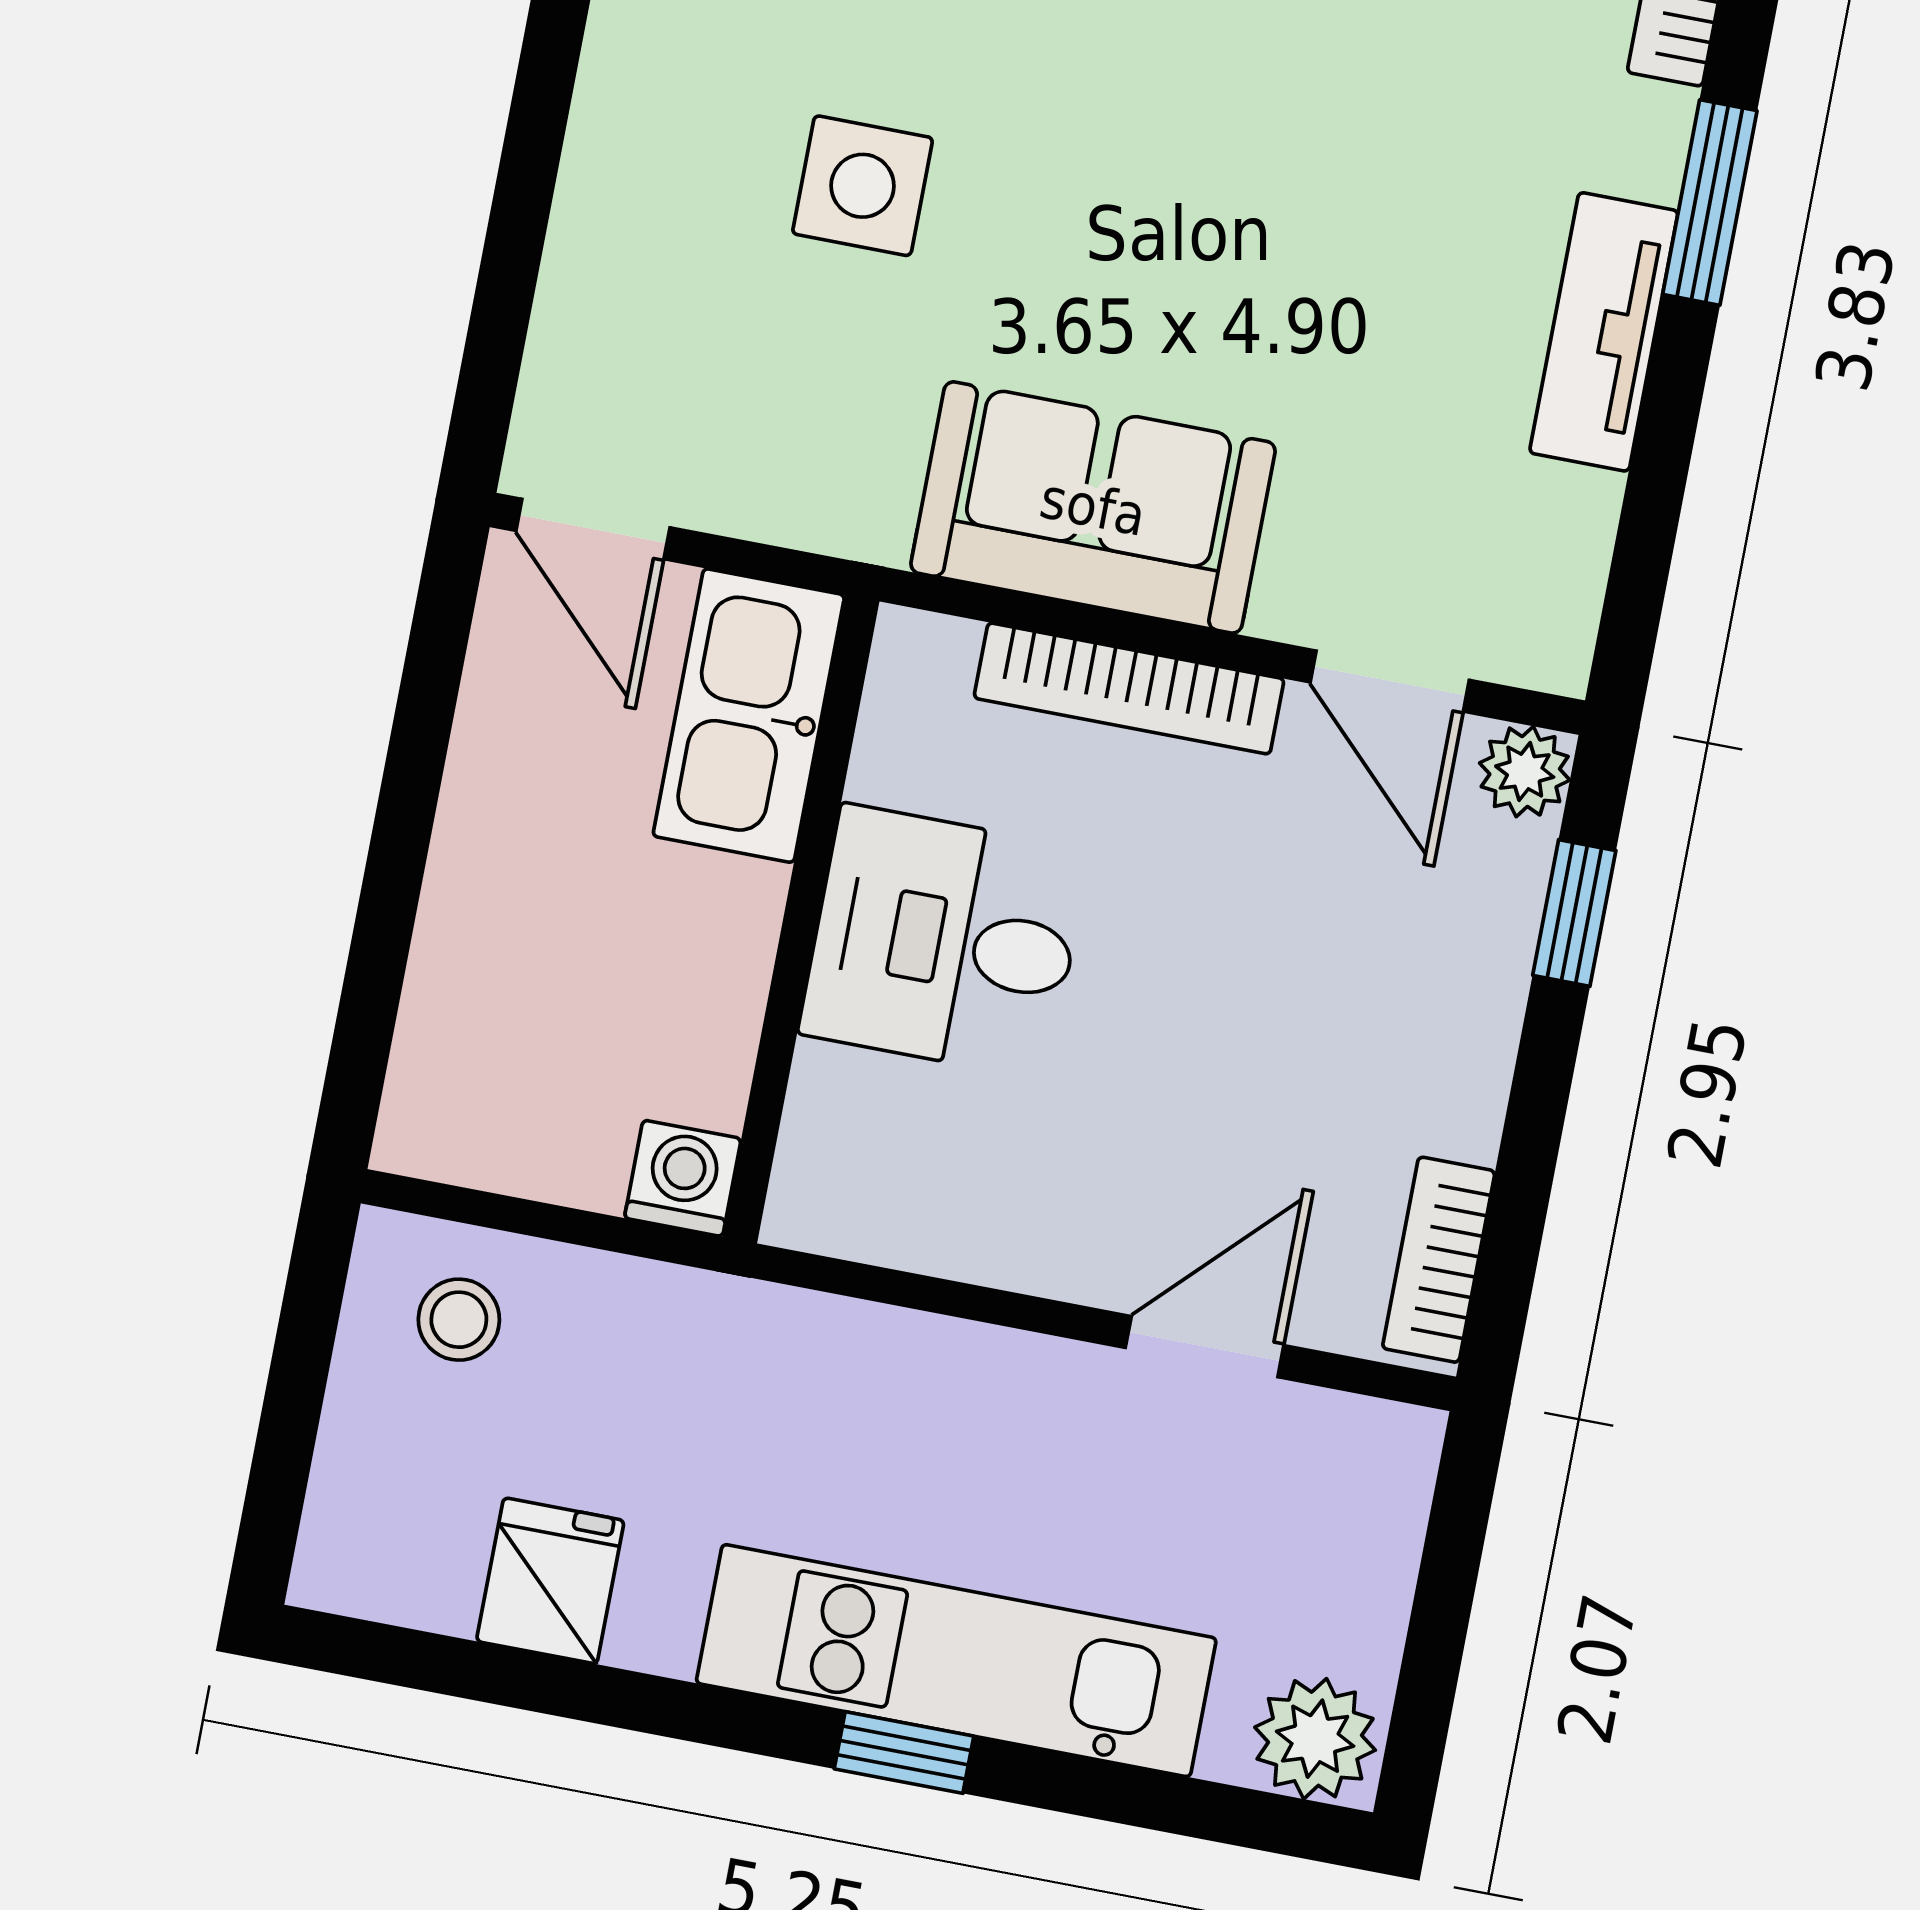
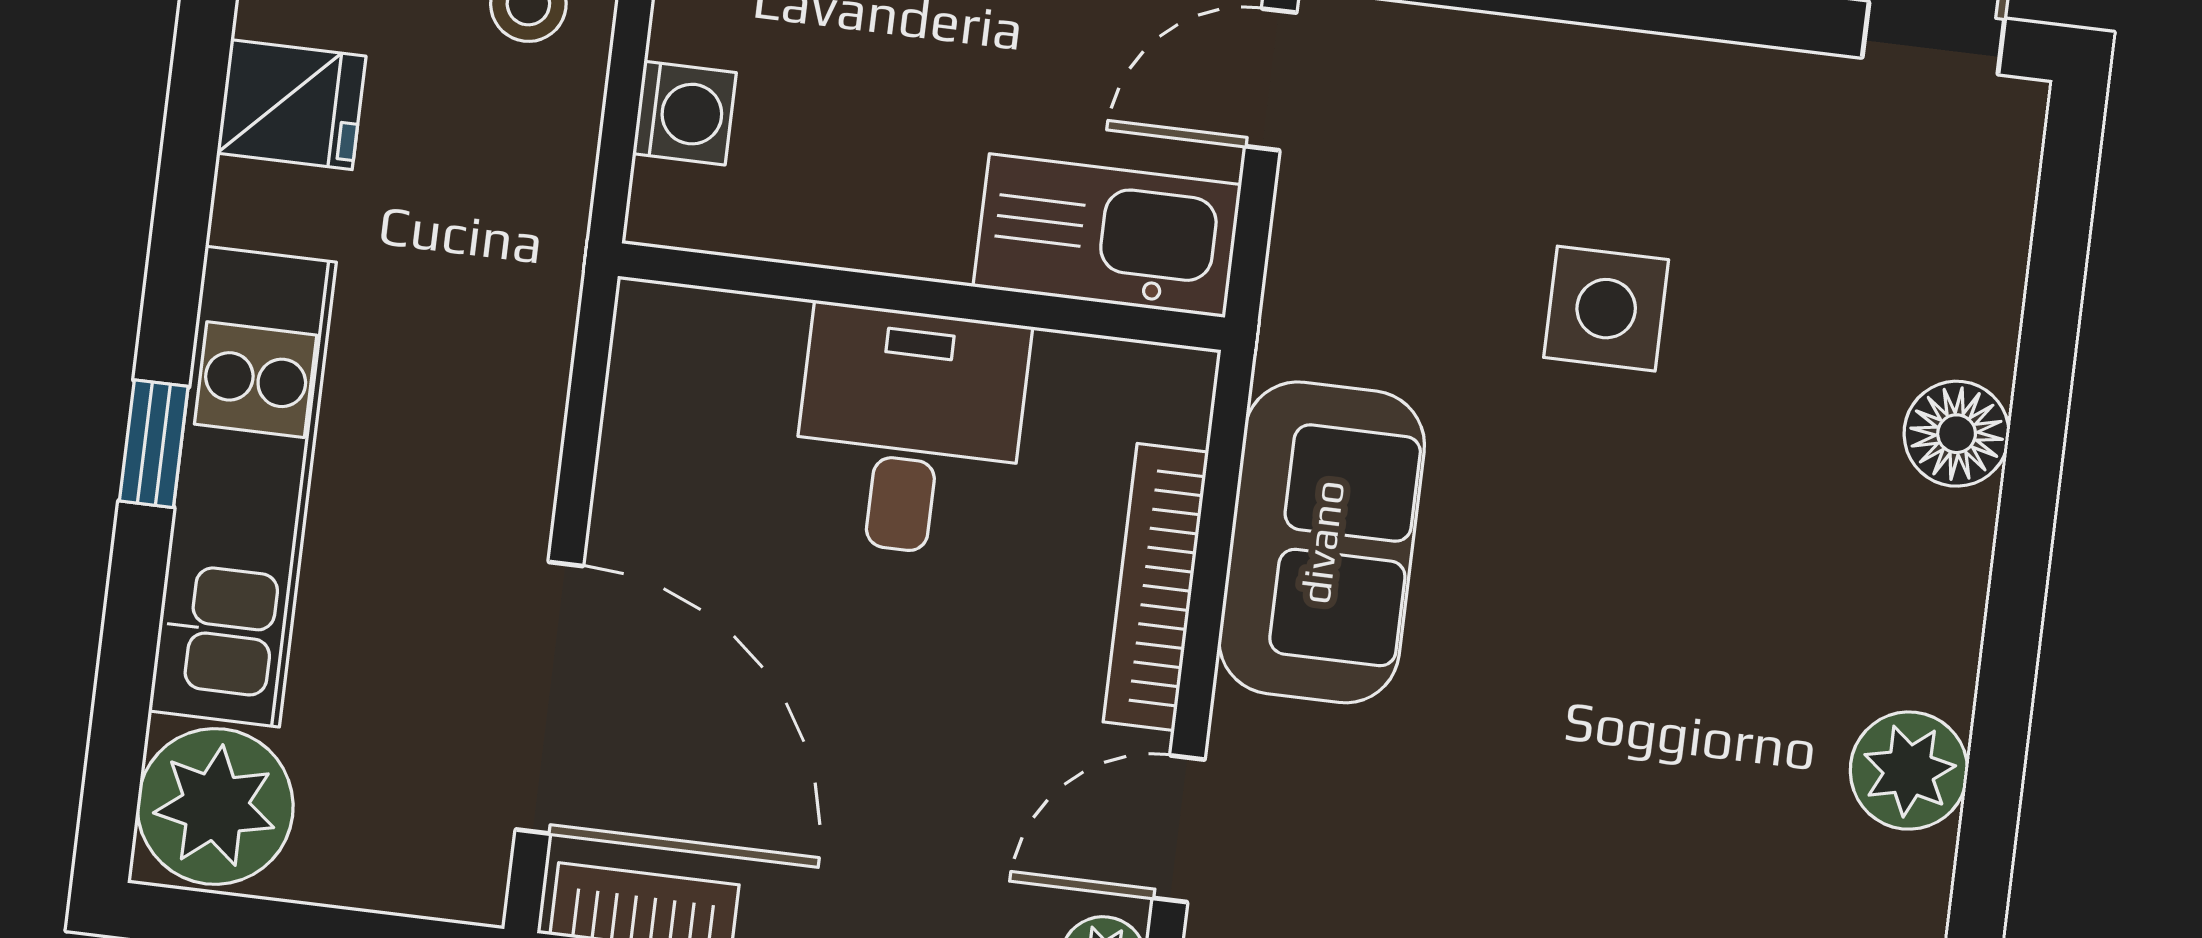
washing machine: (683, 1178) -> (684, 113), moved
door: (1205, 1347) -> (549, 698), width x1.88
plant: (1315, 1739) -> (215, 806), width x1.36, depth x1.36

